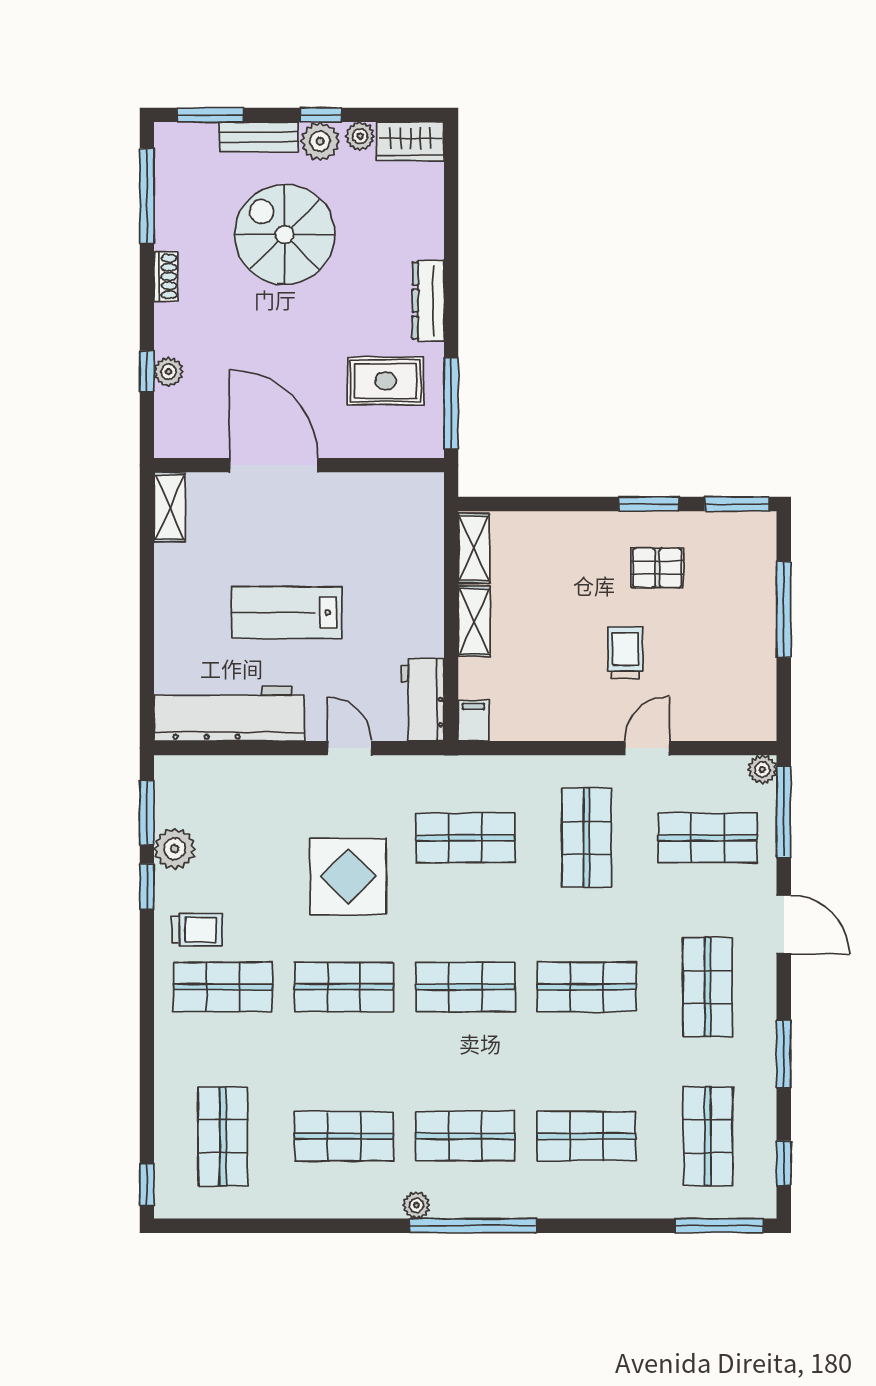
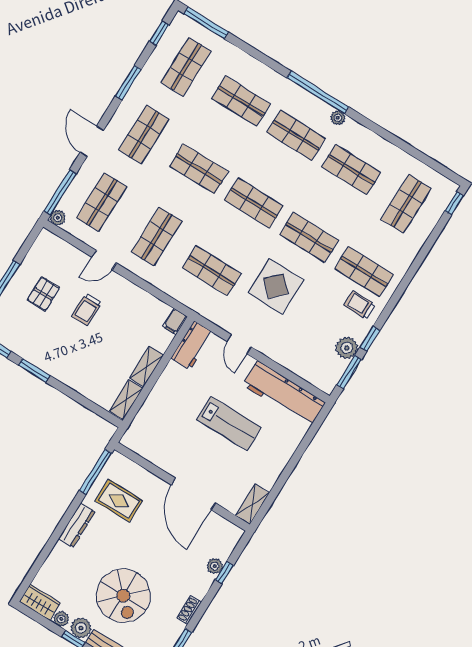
pallet: (657, 568) -> (43, 294), moved, turned 90
shop shelf: (708, 838) -> (102, 202), turned 90

